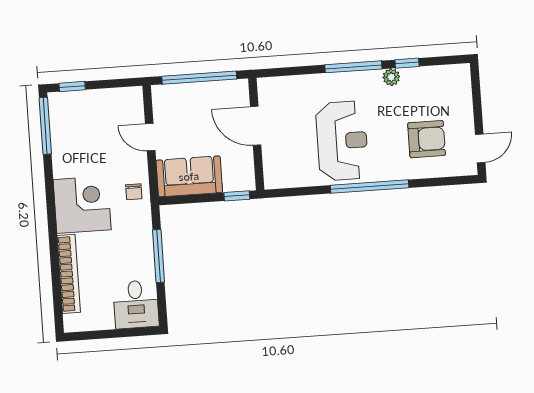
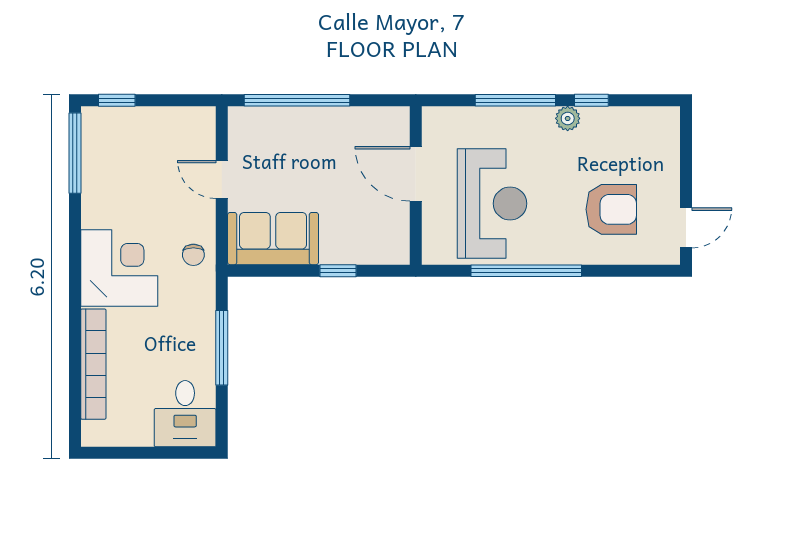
door: (256, 126) -> (416, 174), moved
wall: (256, 134) -> (416, 185), moved

